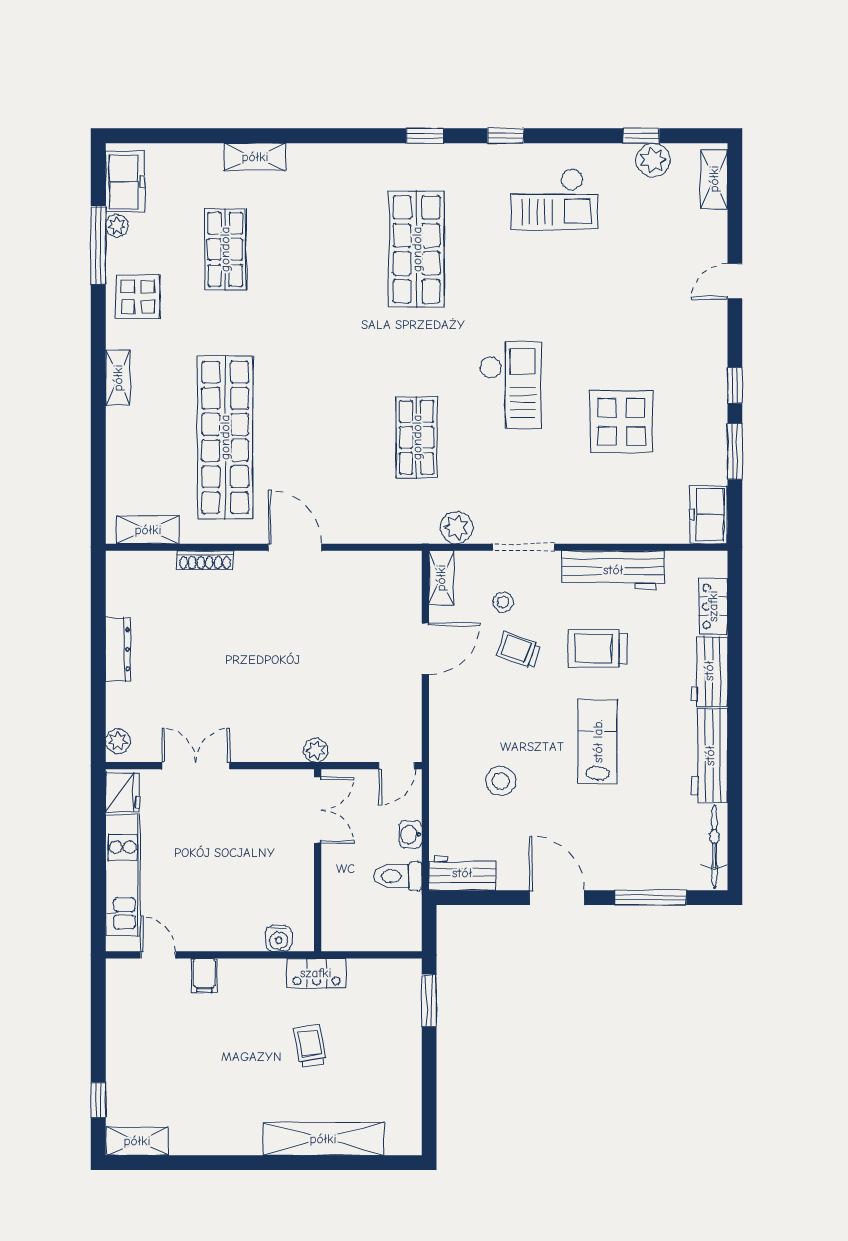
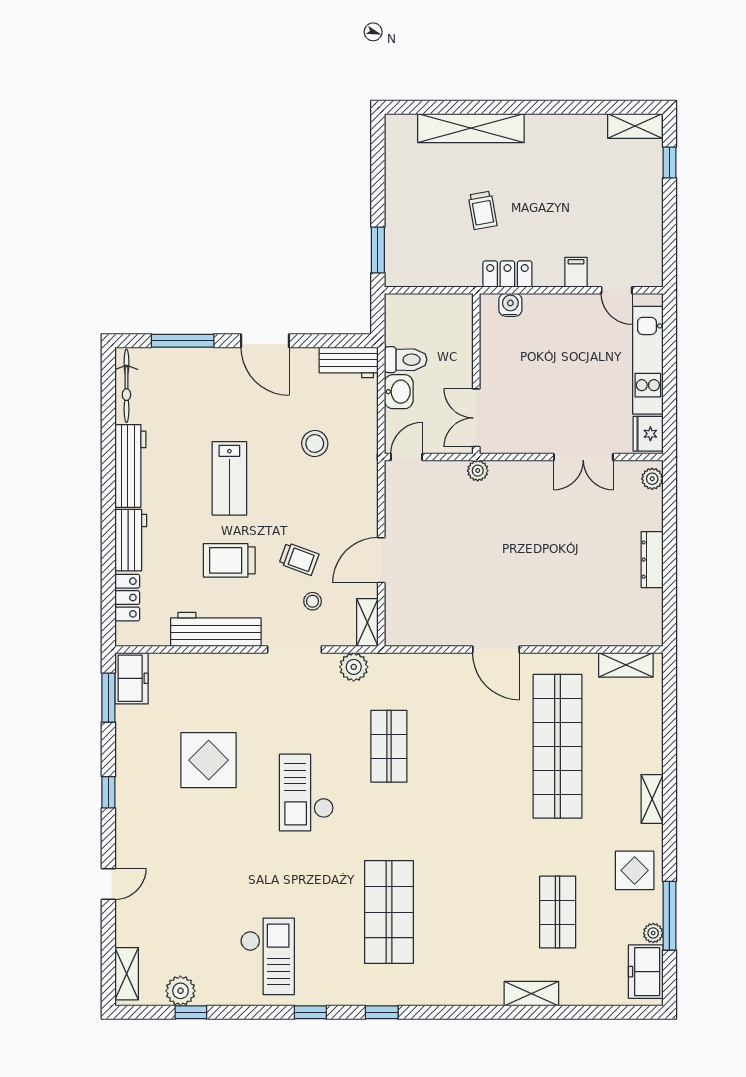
checkout: (554, 199) -> (267, 956), turned 90
window: (735, 451) -> (108, 698), moved
shoe rack: (205, 560) -> (575, 638), removed
trolley: (598, 648) -> (229, 560), turned 180
washbasin: (410, 834) -> (399, 392), width x1.38, depth x1.45
locker: (316, 973) -> (507, 274), moved

